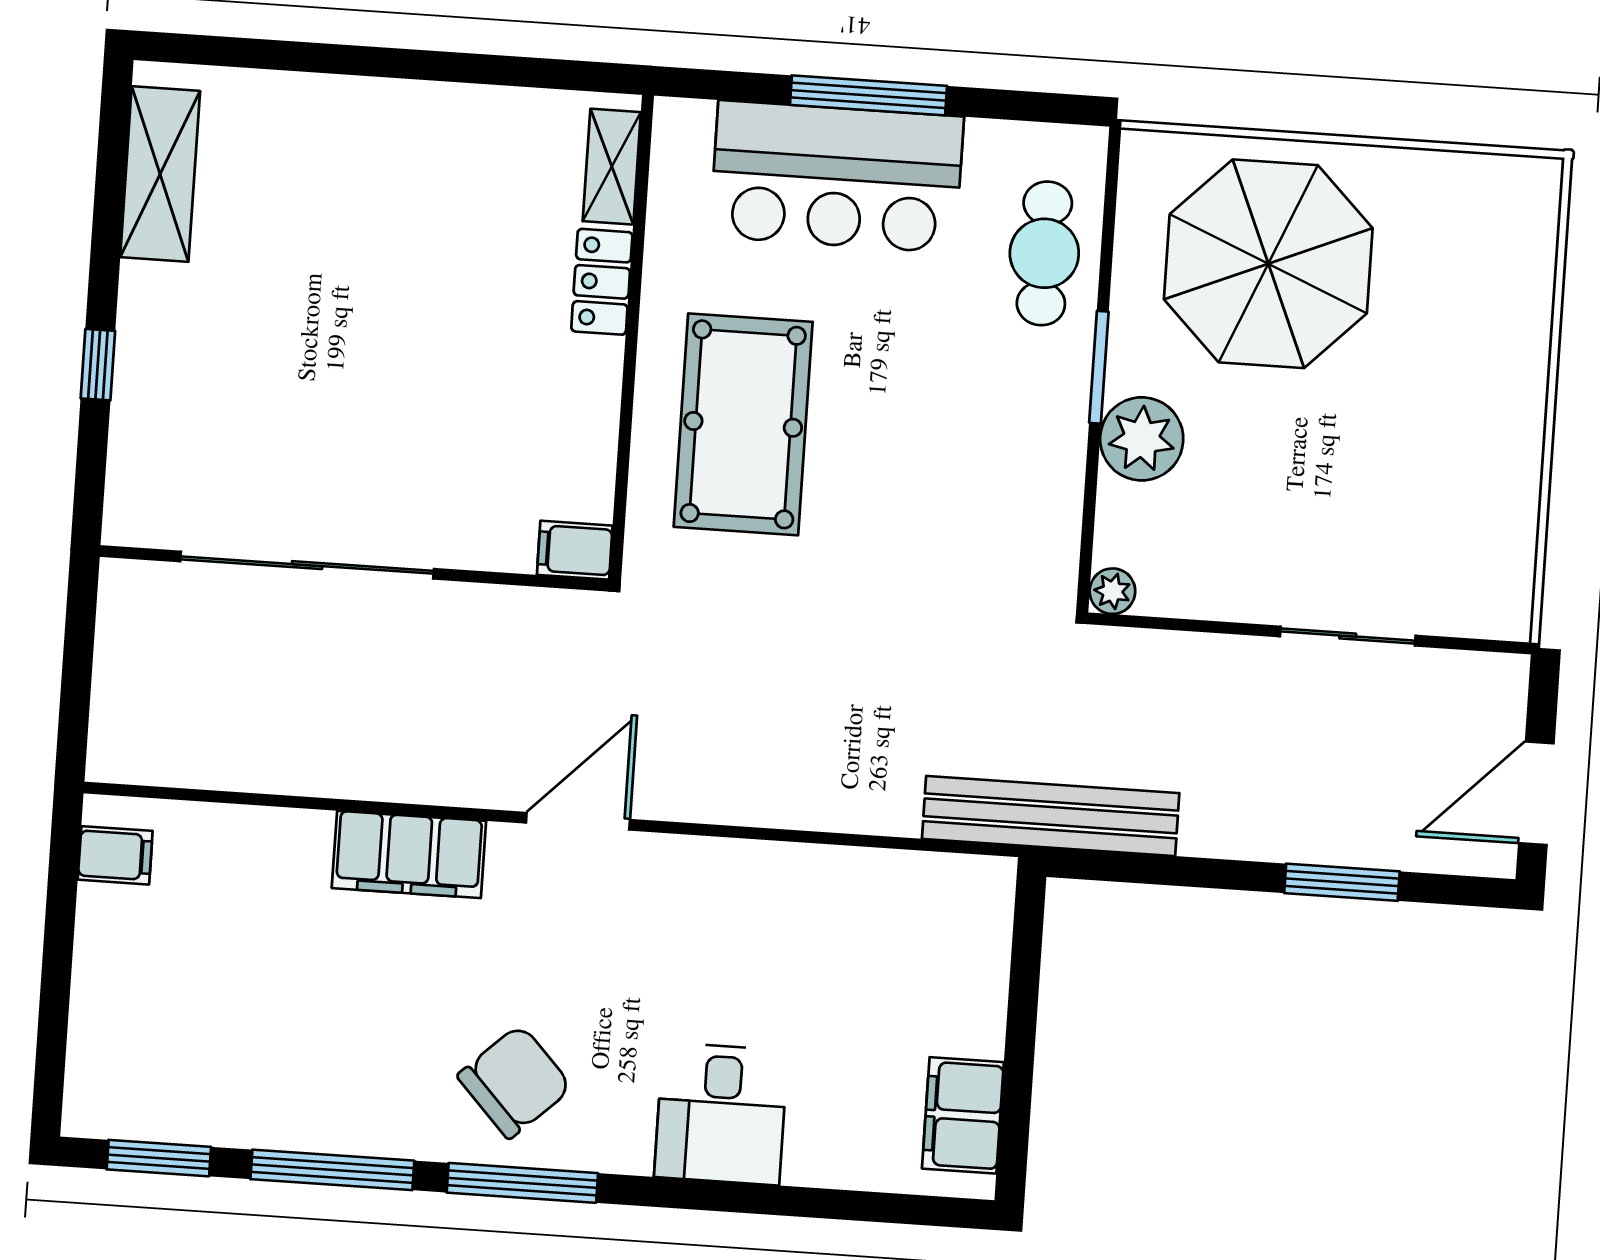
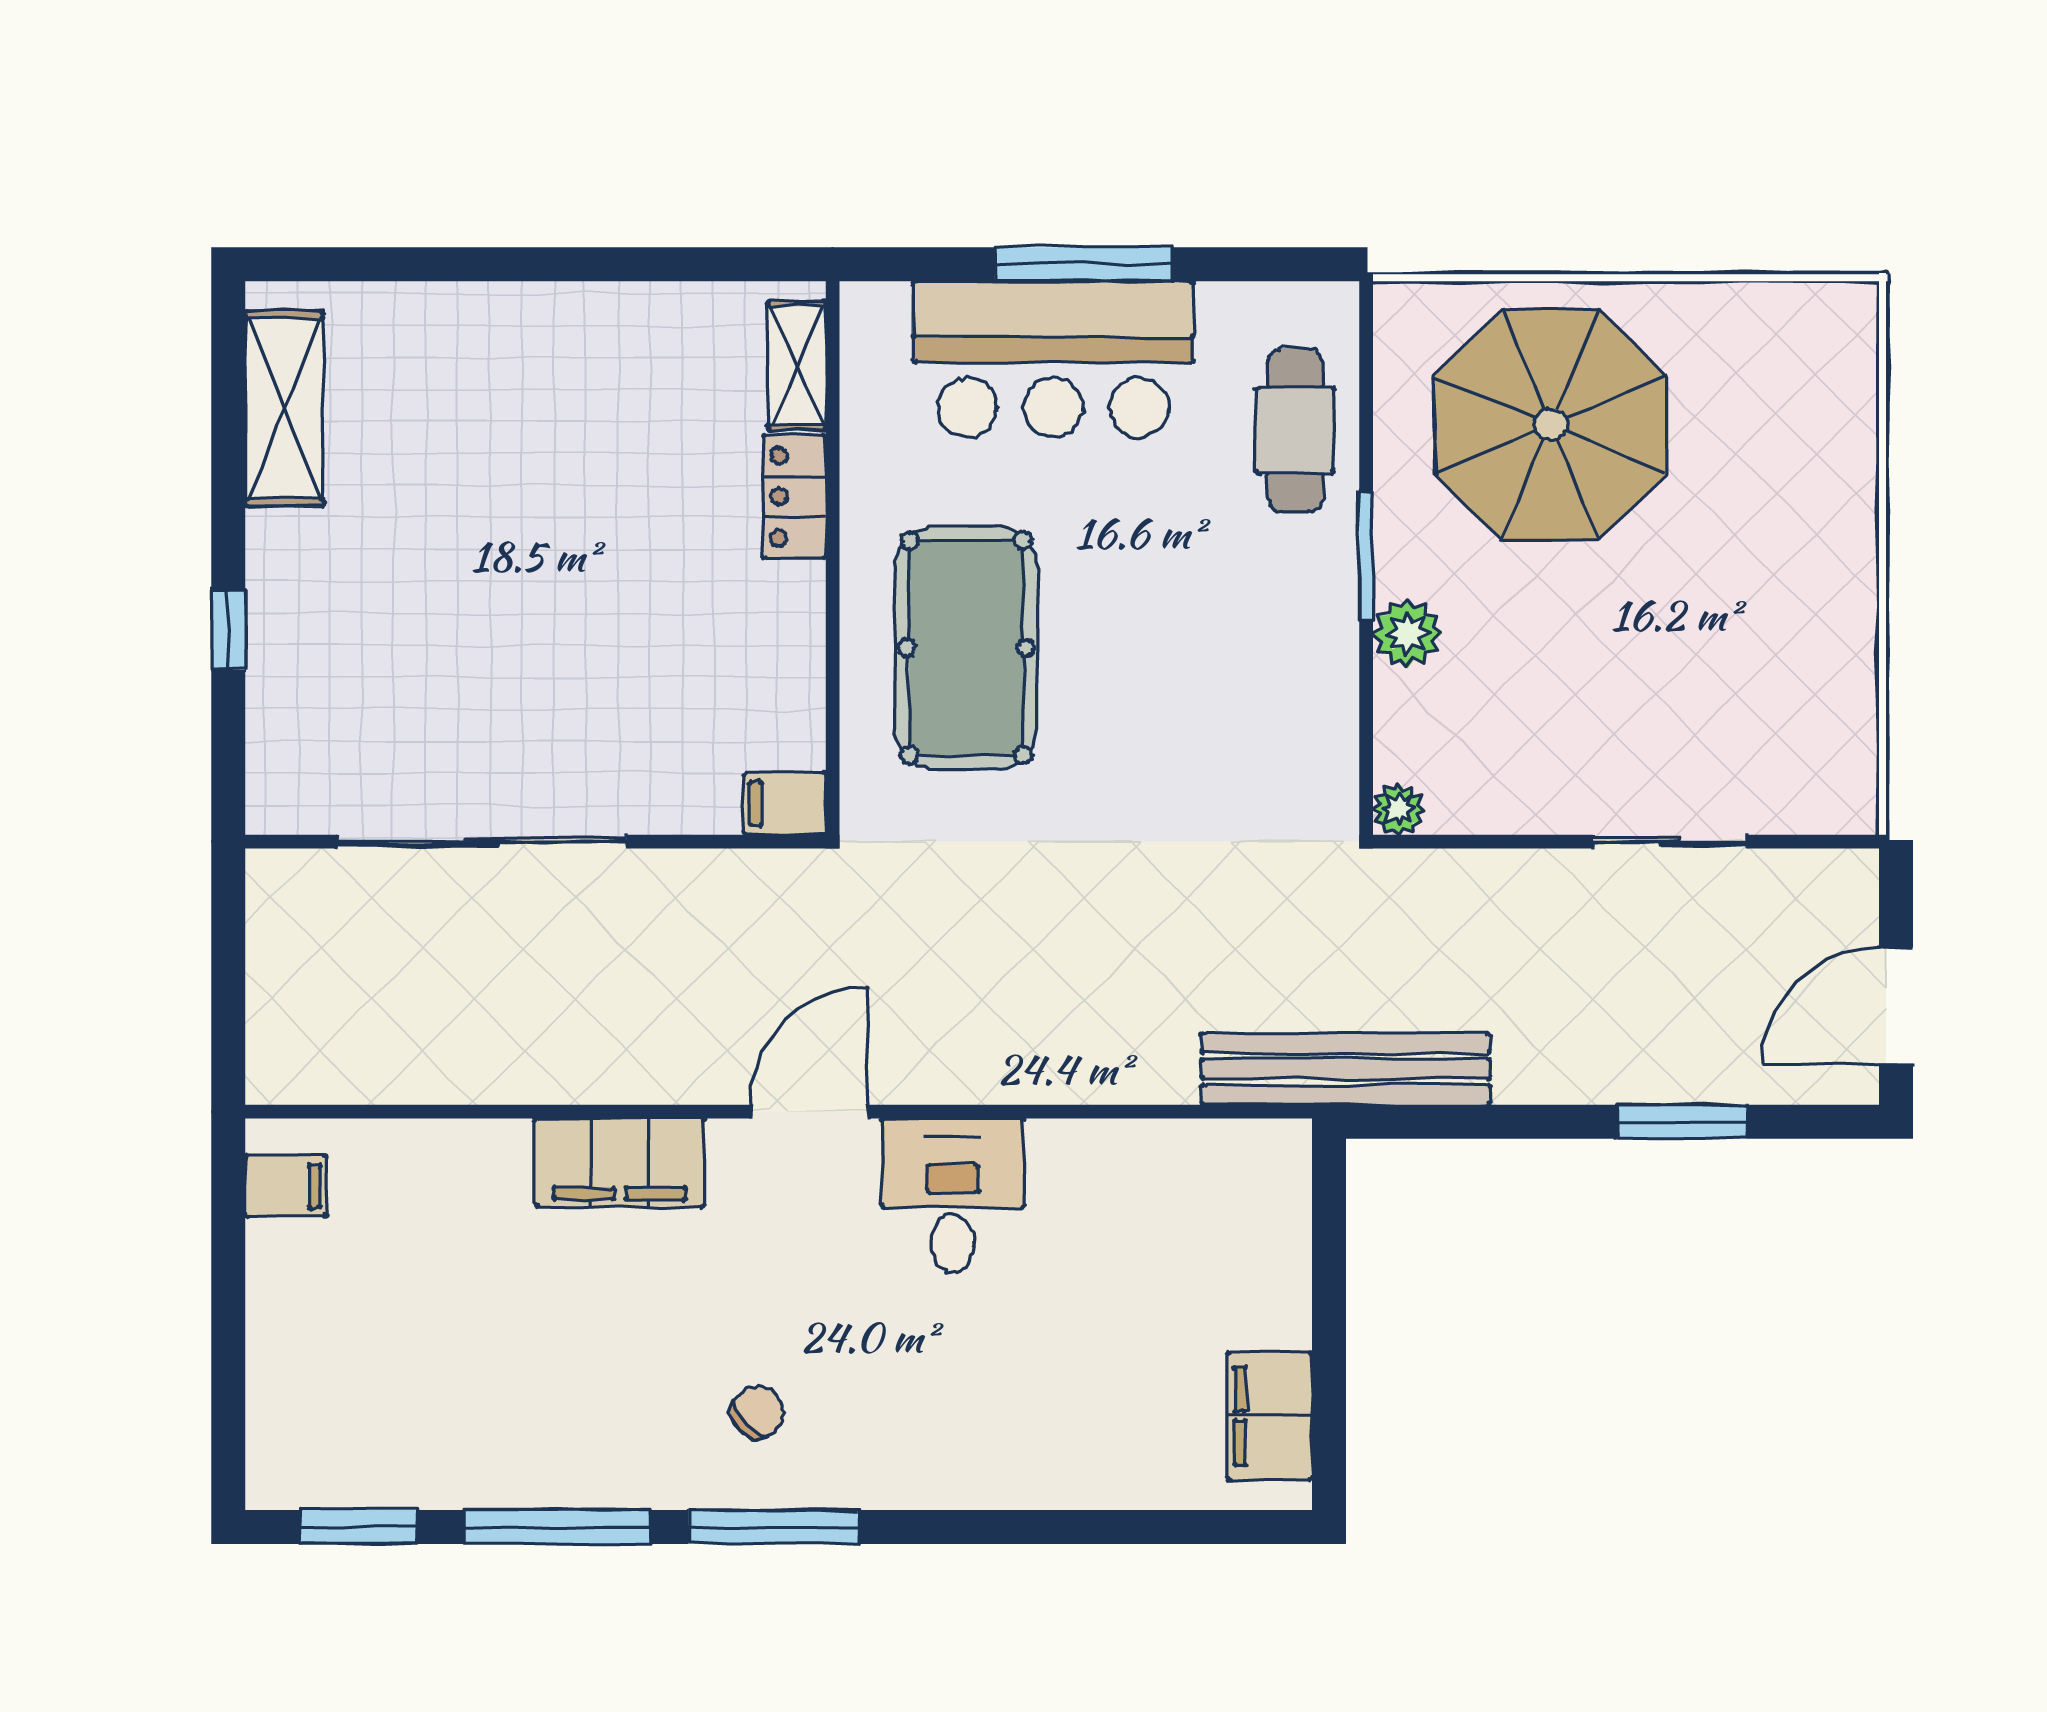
plant: (1142, 439) -> (1408, 634), width x0.73, depth x0.73
chair: (515, 1082) -> (758, 1412), width x0.54, depth x0.54
desk: (721, 1114) -> (953, 1196), moved, turned 180

